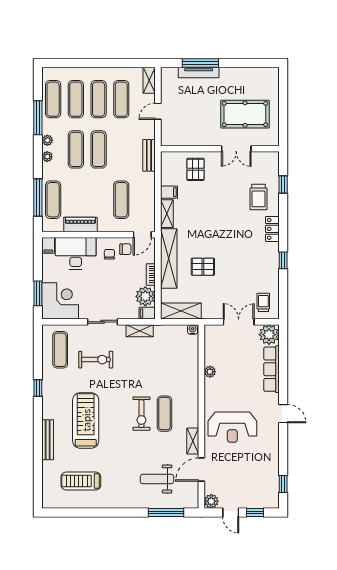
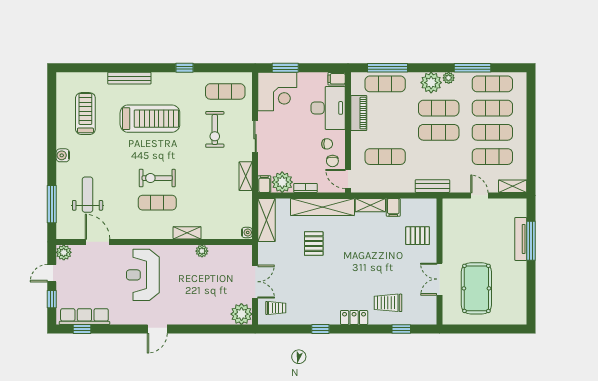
plant: (47, 157) -> (431, 83), width x1.88, depth x1.88
row of seats: (271, 369) -> (84, 317), moved
shelving: (193, 441) -> (187, 233), moved
water cooler: (120, 502) -> (63, 155), added

